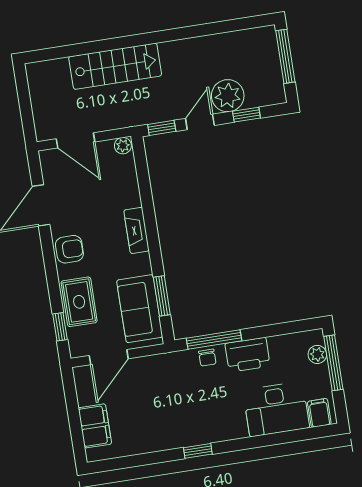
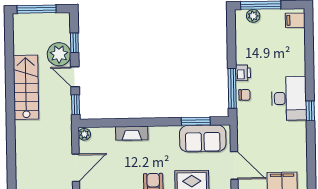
stairs: (115, 66) -> (26, 87), moved
fireplace: (136, 230) -> (132, 133), moved
printer: (248, 355) -> (243, 73), width x0.53, depth x0.68
desk: (276, 409) -> (289, 98), moved

